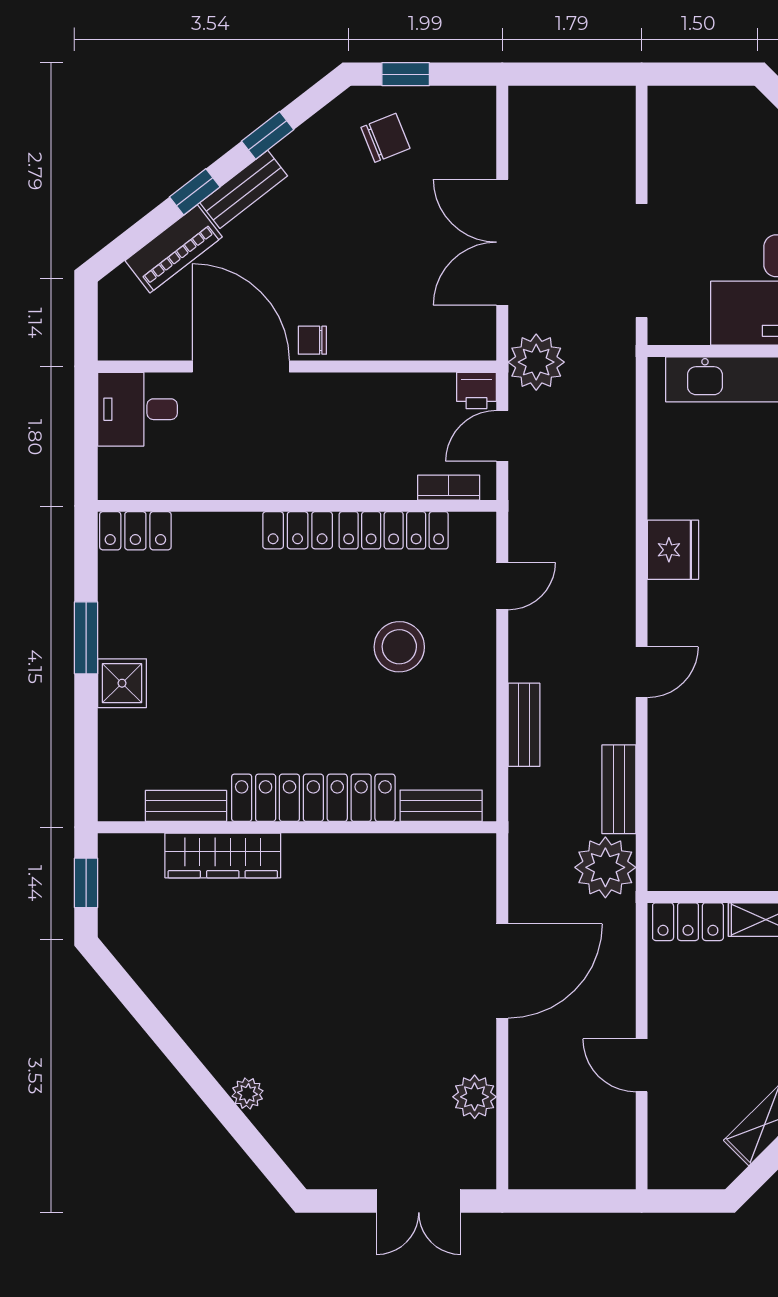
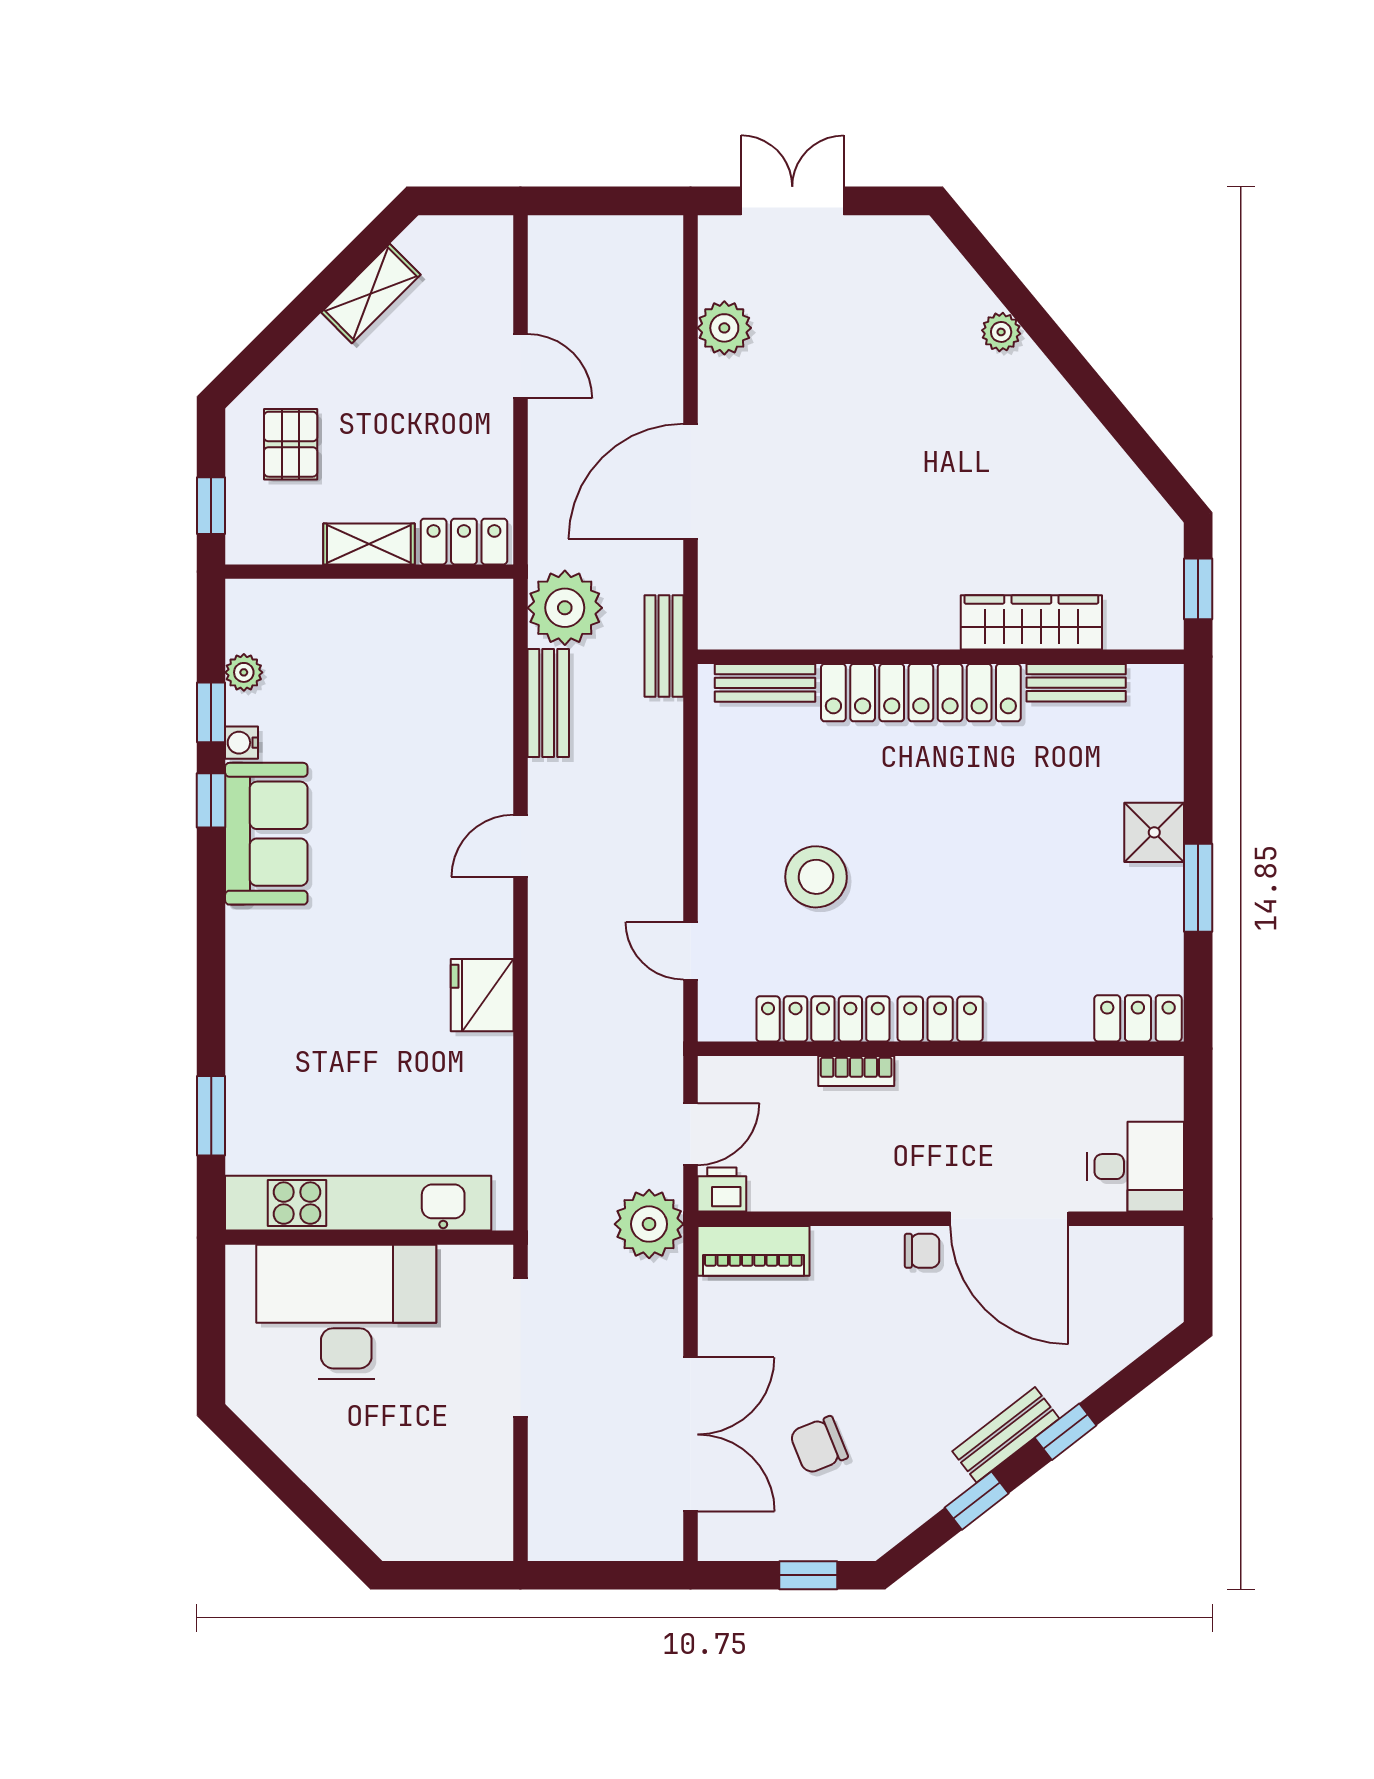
chair: (385, 138) -> (819, 1445), moved
double door: (502, 242) -> (690, 1434), moved
piano: (174, 249) -> (753, 1251), moved, turned -142
bookcase: (449, 488) -> (856, 1071), moved
door: (502, 586) -> (690, 951), hinge flipped
bench: (524, 725) -> (664, 646), moved

